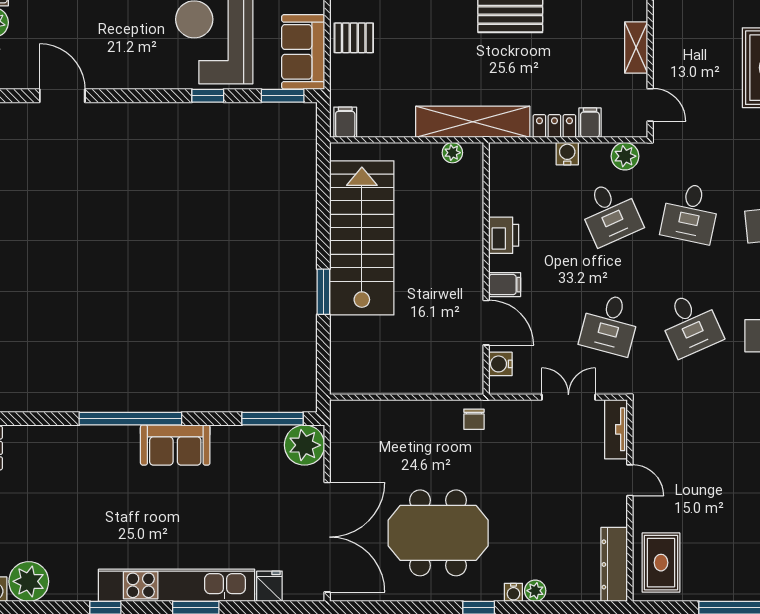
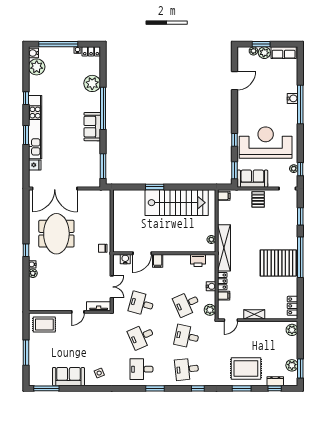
printer: (504, 235) -> (198, 260), moved
plant: (304, 445) -> (92, 83), moved
dresser: (614, 564) -> (44, 305), removed

